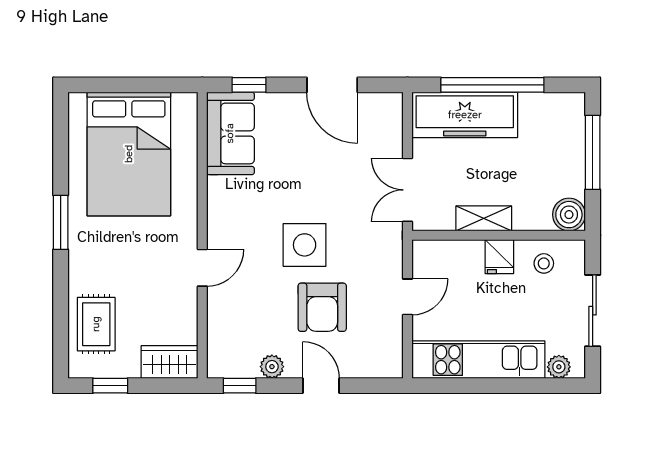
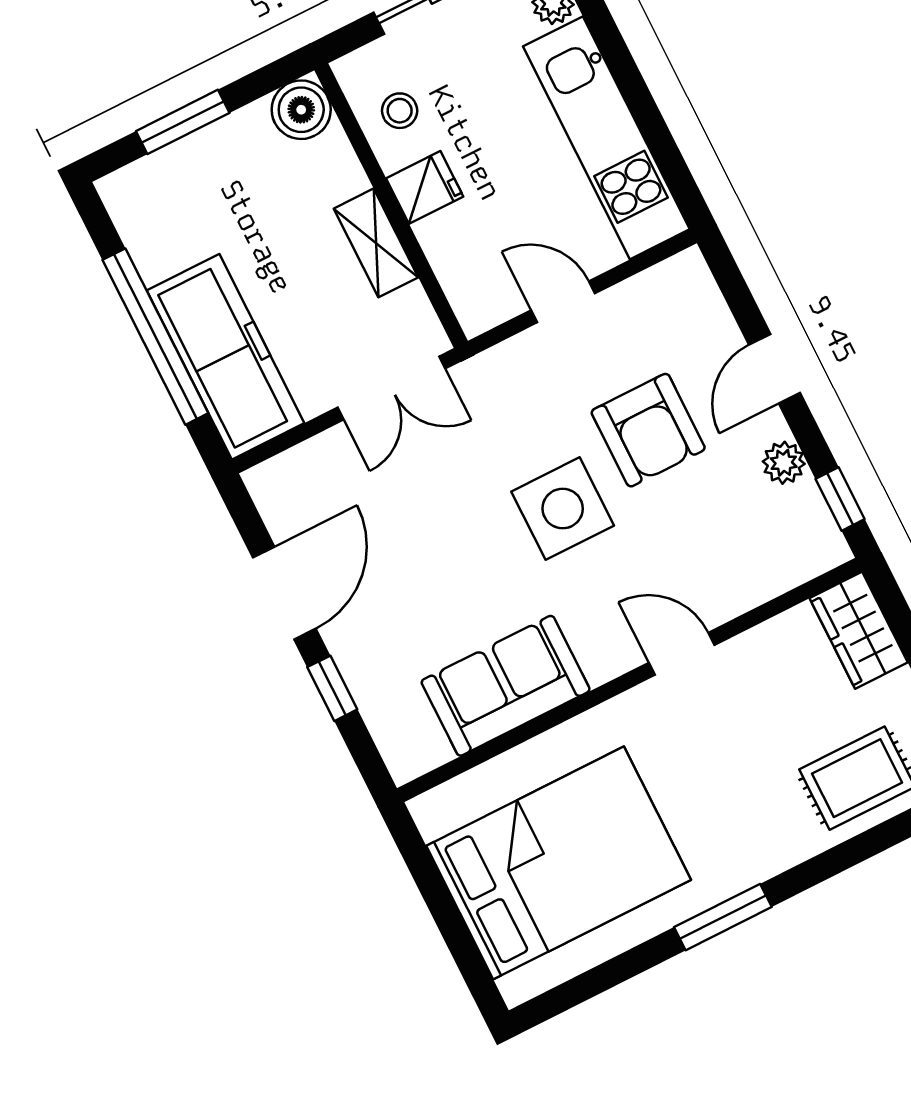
window: (249, 85) -> (332, 688), moved
sofa: (230, 133) -> (506, 686), moved
window: (593, 152) -> (183, 122), width x0.69
armchair: (322, 307) -> (648, 430), turned 90

